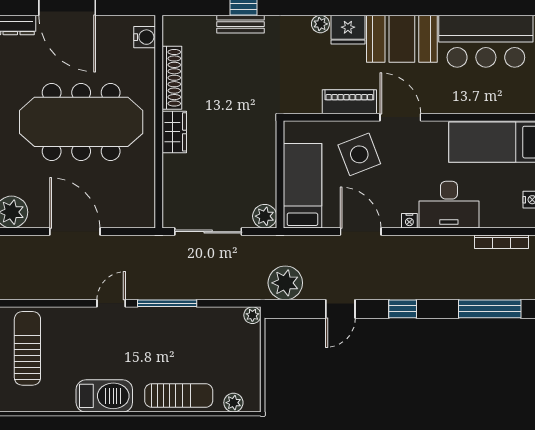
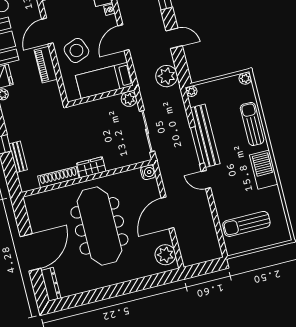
bench: (241, 24) -> (18, 157), moved
water cooler: (145, 37) -> (148, 172), moved, turned 90
bench: (179, 319) -> (205, 136), added
plant: (233, 403) -> (245, 78), moved

